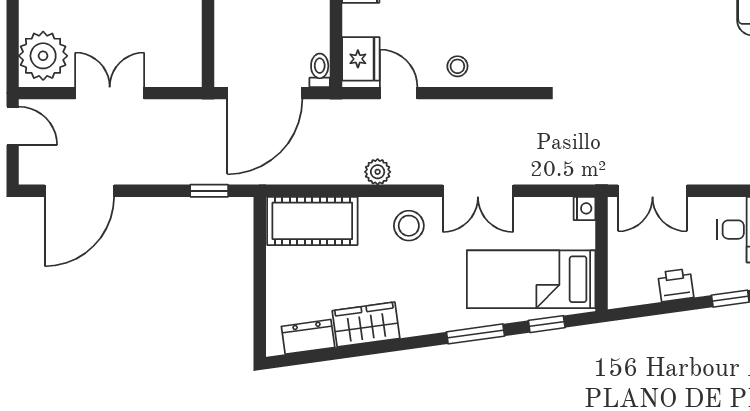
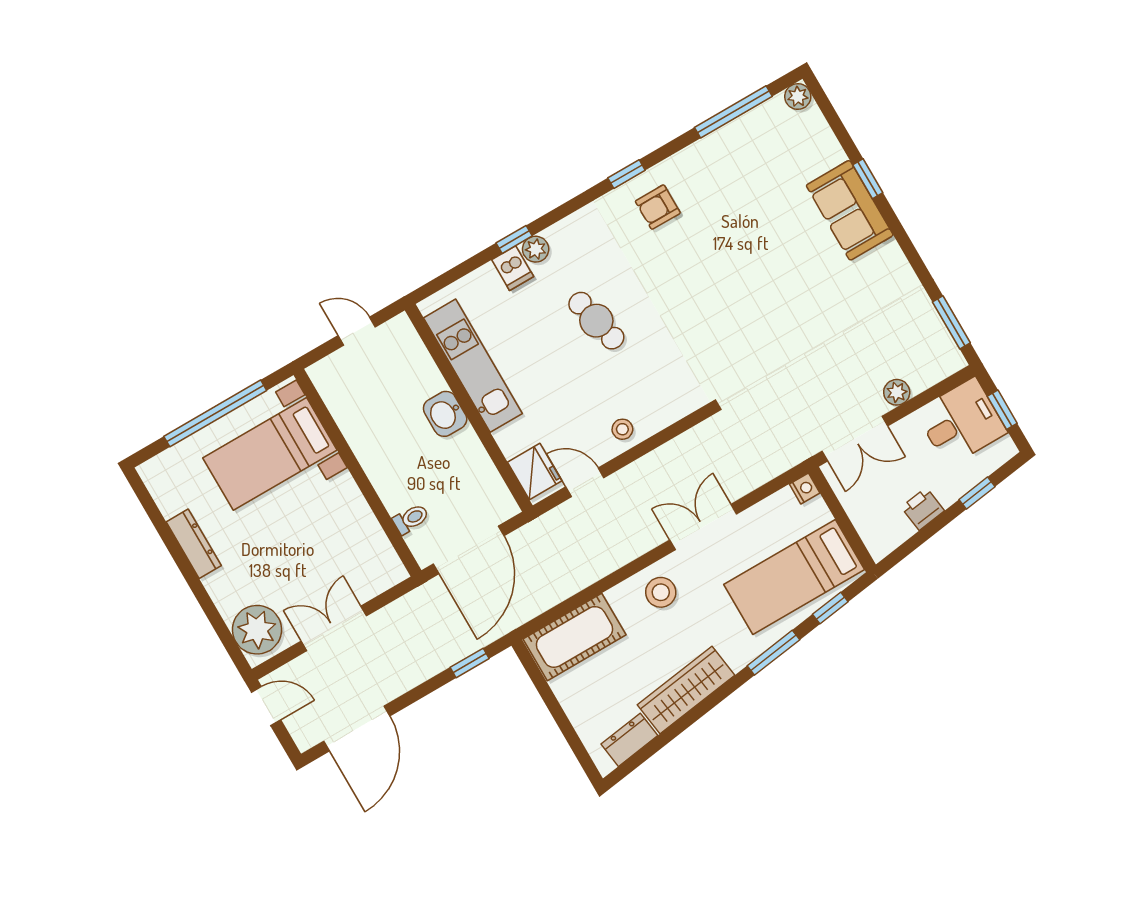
toilet: (320, 70) -> (411, 519), moved, turned 90
plant: (378, 172) -> (897, 392), moved
double door: (478, 191) -> (703, 527), swing flipped
wardrobe: (366, 324) -> (686, 690), width x1.50

